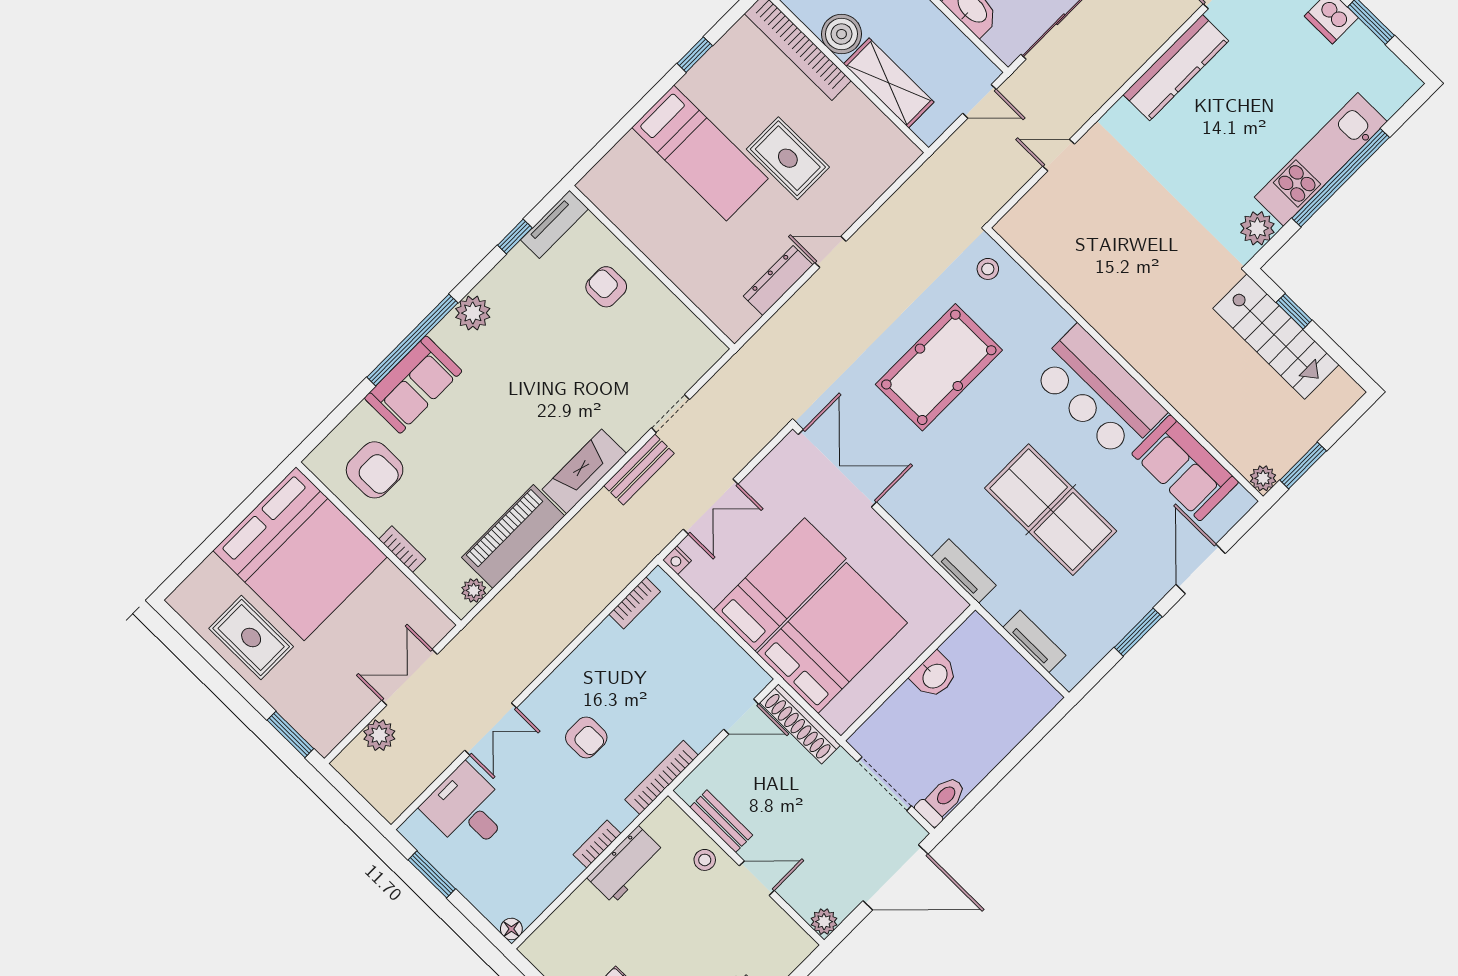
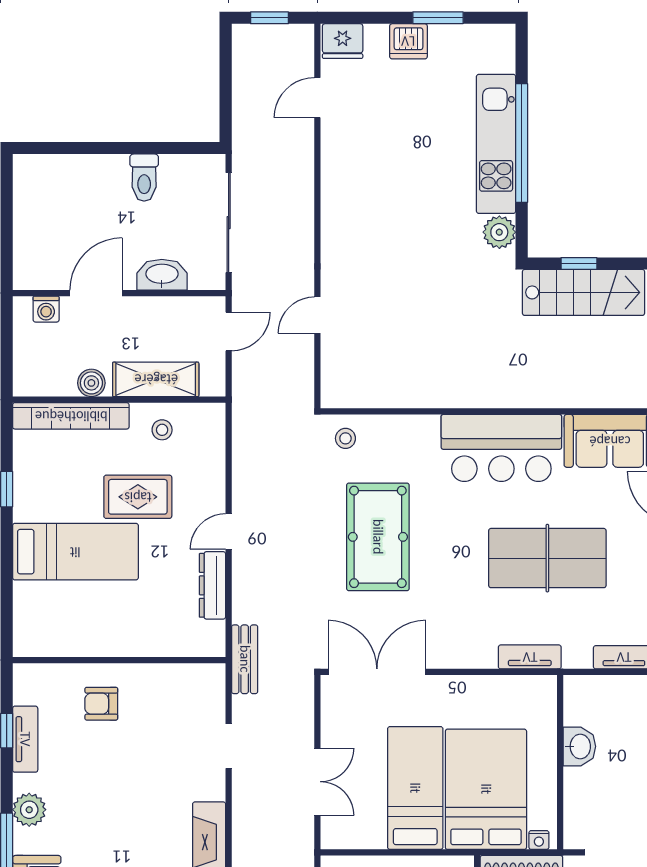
boiler: (842, 34) -> (91, 383), width x0.73, depth x0.73
kitchen counter: (1176, 68) -> (338, 178), removed
stool: (856, 126) -> (162, 430), added
tv unit: (554, 224) -> (25, 739), moved
bench: (639, 470) -> (245, 659), moved
nightstand: (677, 560) -> (539, 840), moved

